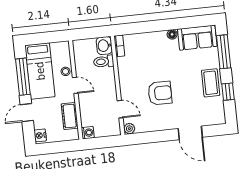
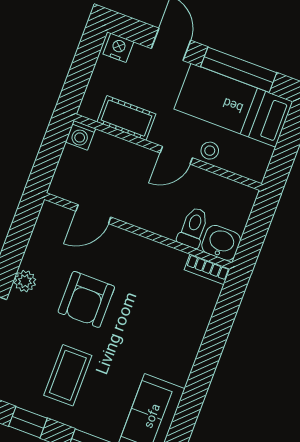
floor lamp: (172, 34) -> (180, 374), removed
coffee table: (211, 83) -> (68, 375), moved, turned 90
plant: (129, 129) -> (25, 281), moved

